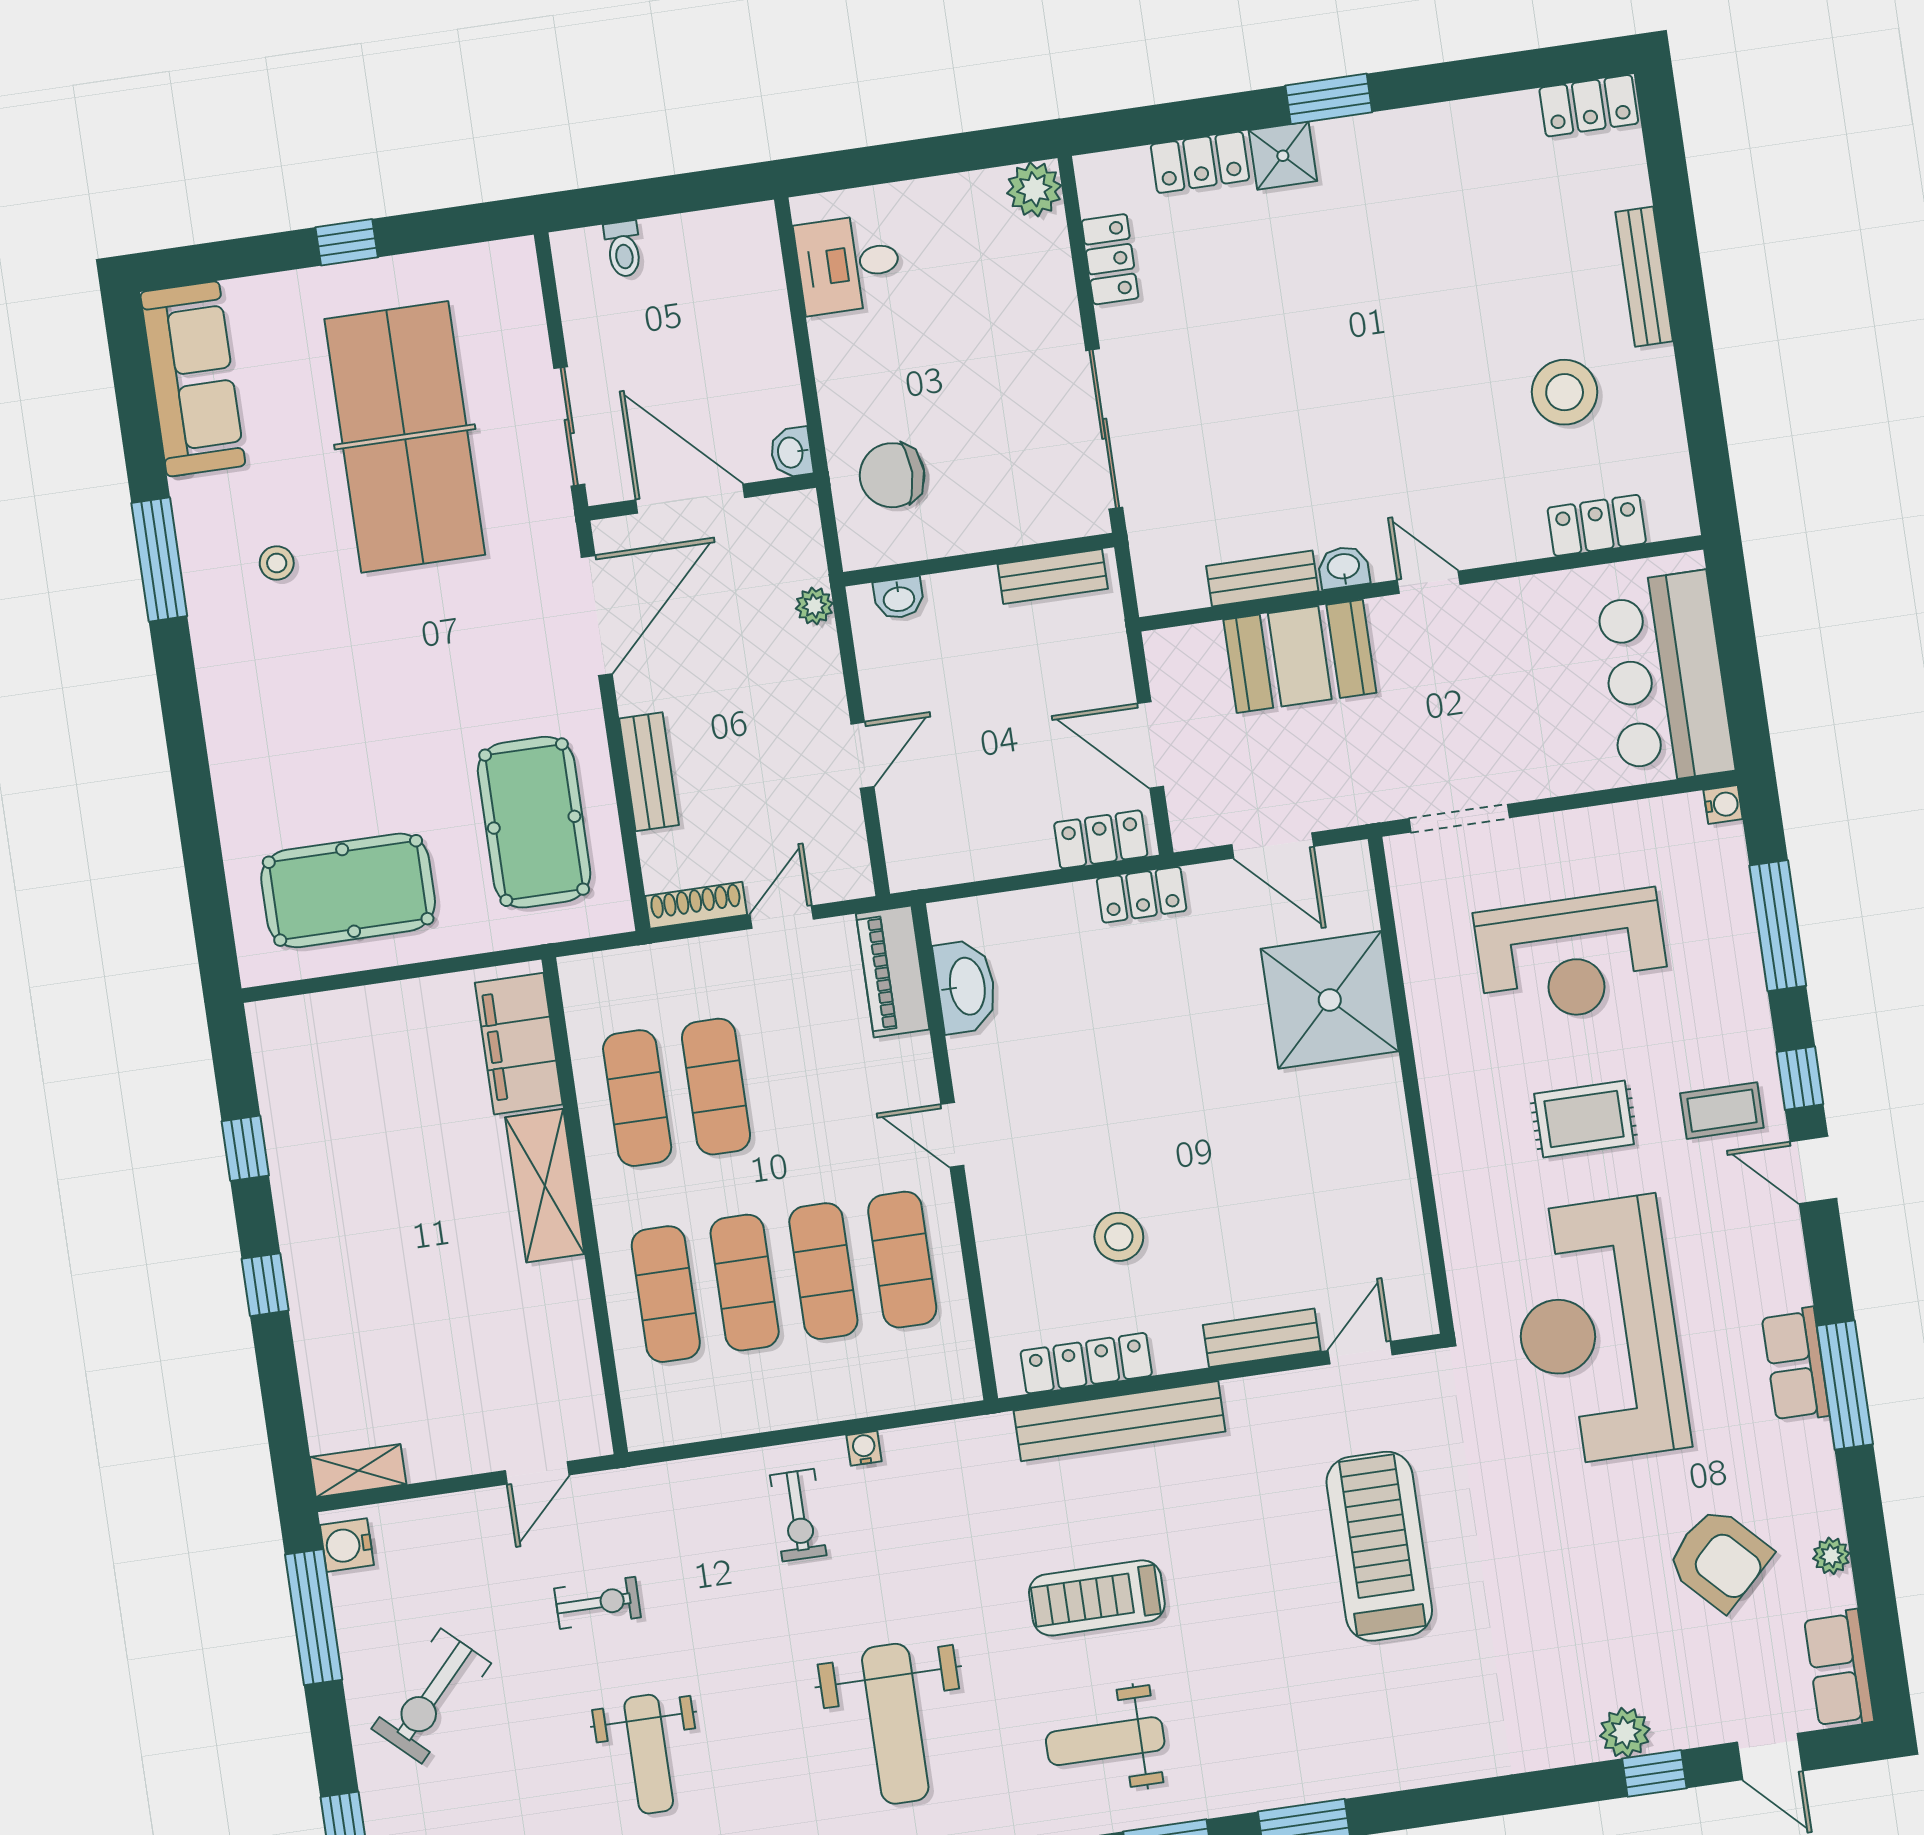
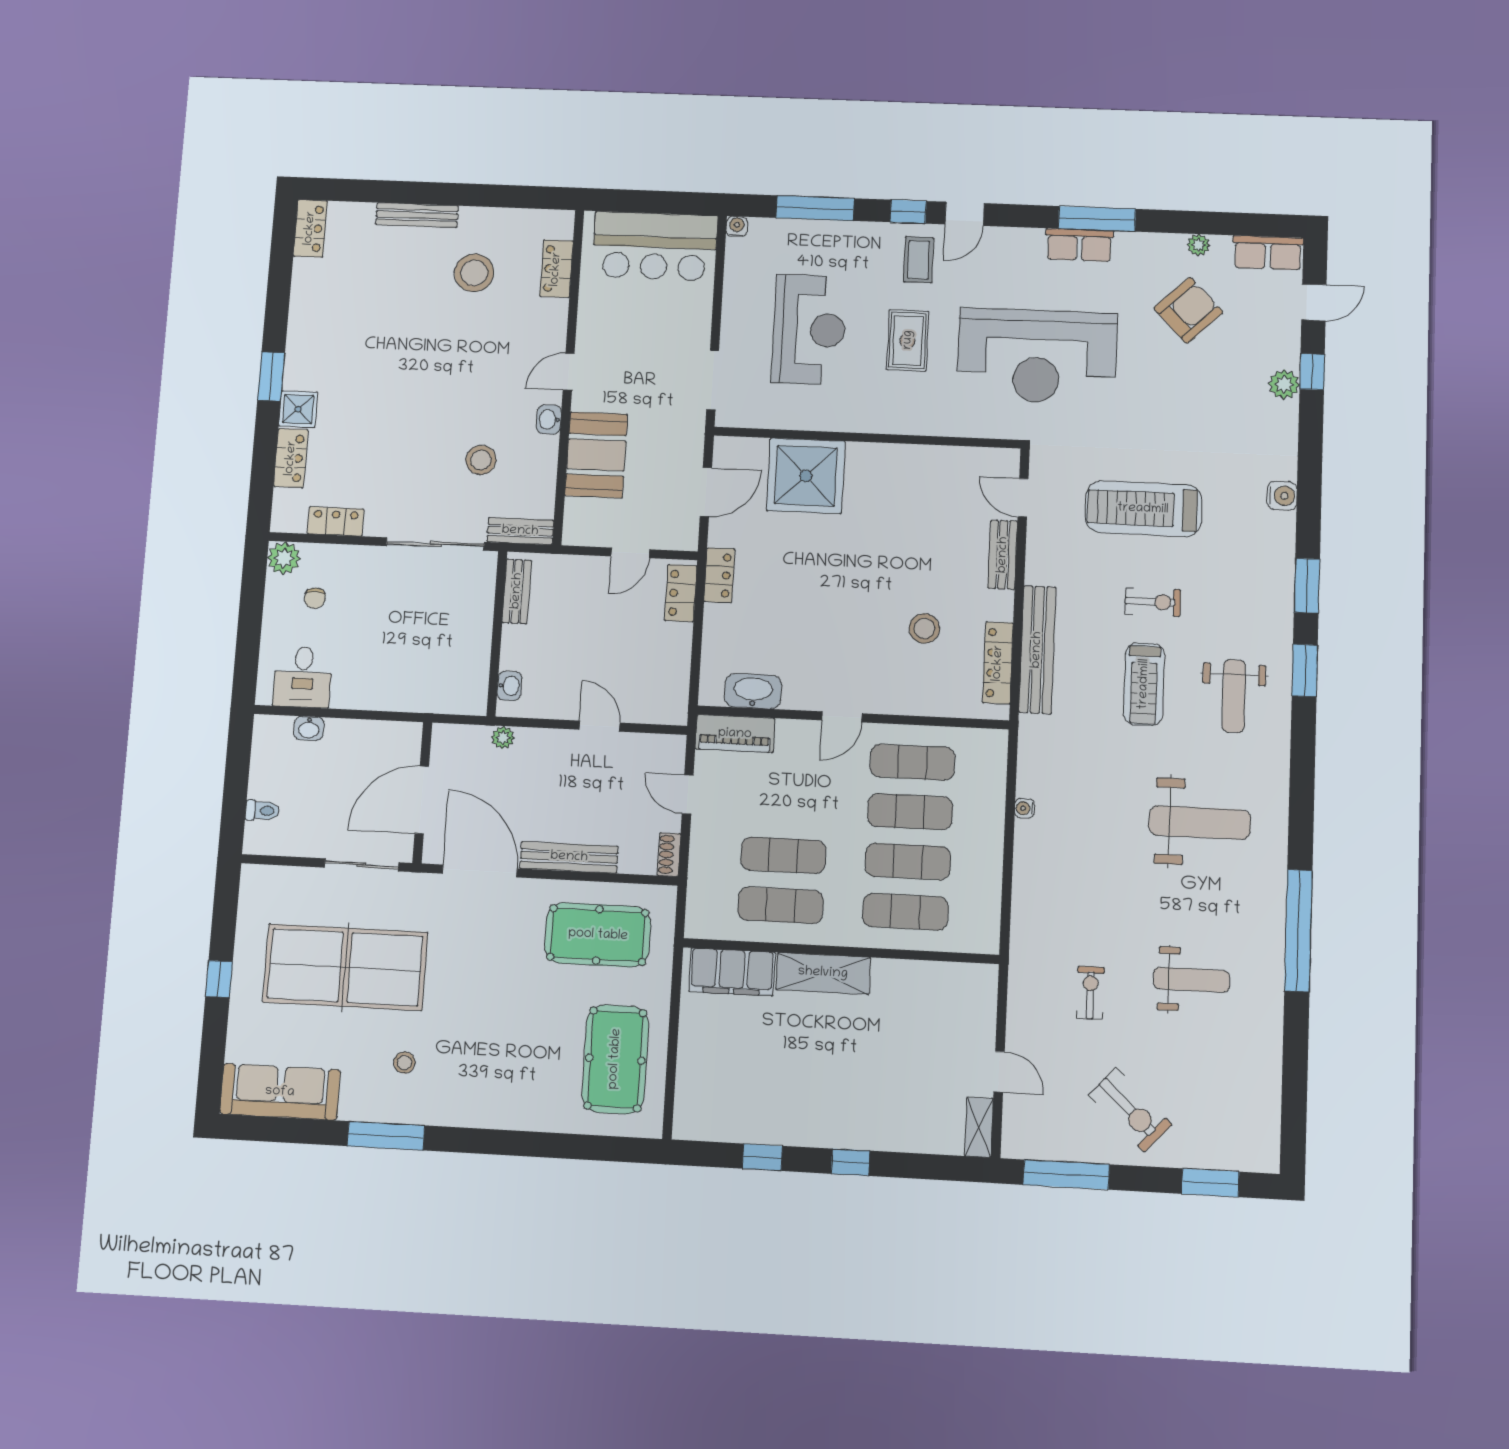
washbasin: (791, 452) -> (309, 728), moved
stool: (1256, 472) -> (481, 460), added
chair: (892, 475) -> (315, 598), moved, width x0.54, depth x0.54
bench: (1262, 578) -> (520, 531), moved, turned 90
door: (1150, 745) -> (630, 553), width x0.73
bench: (649, 772) -> (569, 857), width x1.36
shoe rack: (696, 905) -> (669, 855), width x0.70
door: (537, 1473) -> (999, 1072), moved
exercise bike: (798, 1515) -> (1153, 602), moved
water cooler: (347, 1545) -> (1282, 496), moved, turned -90

